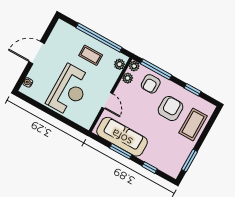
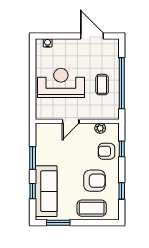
door: (37, 53) -> (92, 36), moved
plant: (119, 64) -> (108, 114), removed
plant: (134, 66) -> (114, 128), removed
window: (156, 69) -> (122, 149), width x0.46
reception desk: (69, 90) -> (61, 83), turned 180
sofa: (122, 137) -> (46, 191), moved

